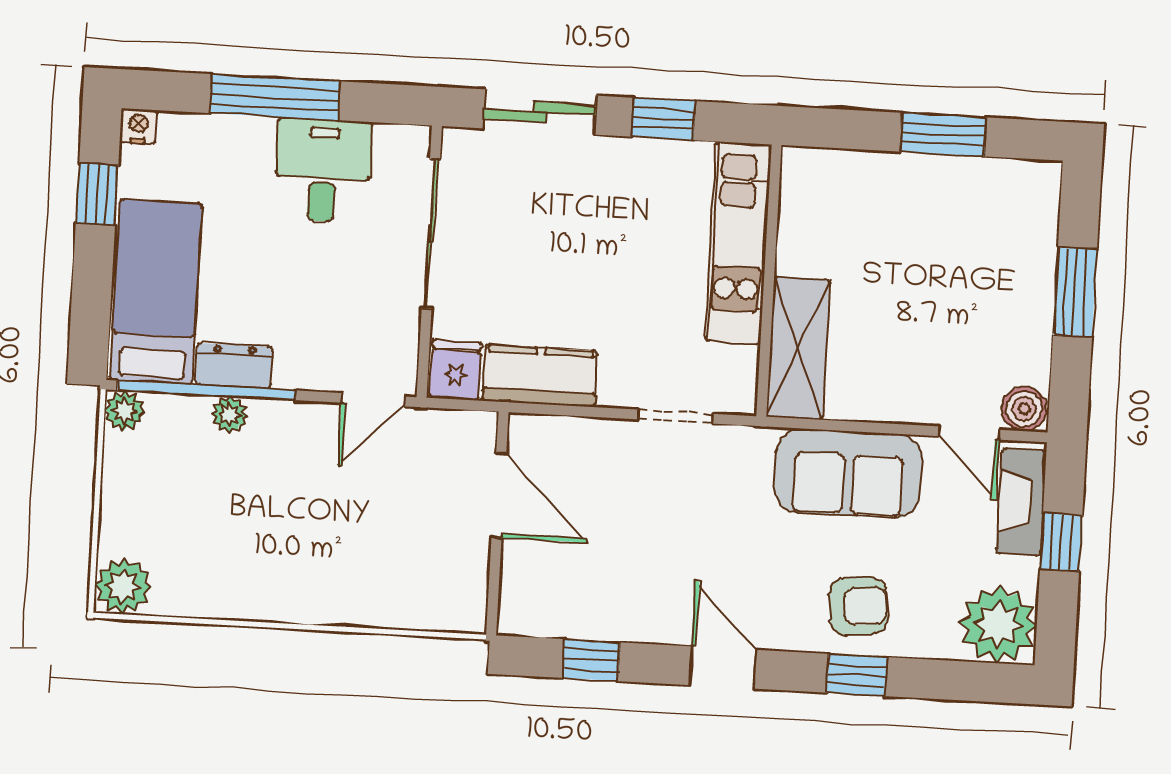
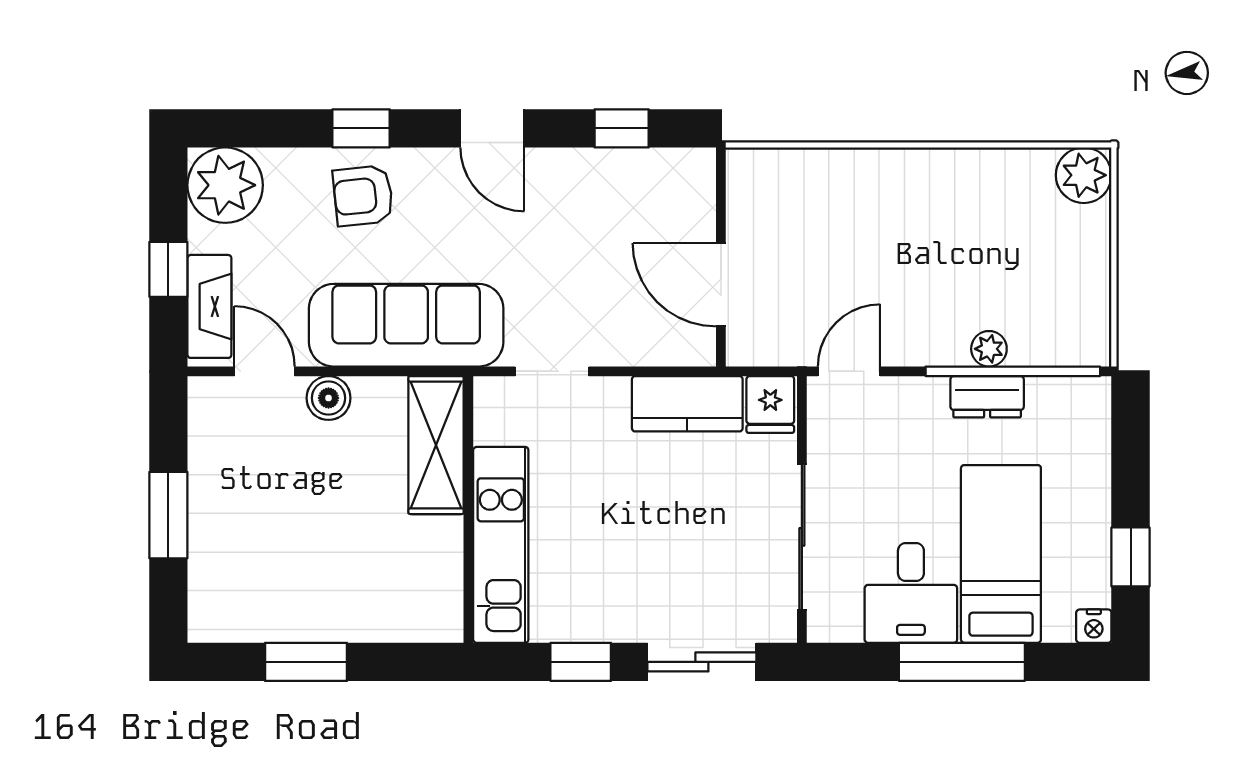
bed: (156, 292) -> (1001, 554), moved, turned 180
boiler: (1024, 409) -> (329, 398), moved
plant: (124, 411) -> (1092, 347), removed
sofa: (848, 473) -> (406, 325), width x1.36

